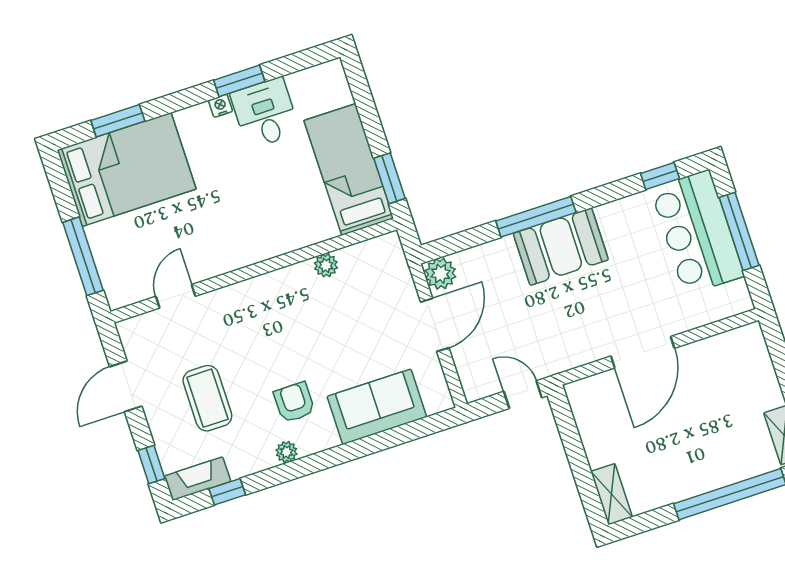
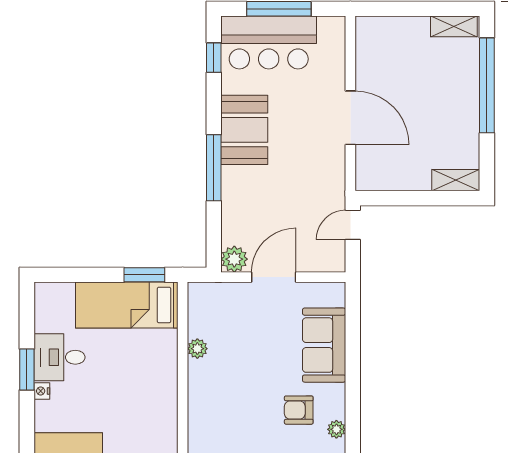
booth: (561, 247) -> (244, 130), moved
door: (435, 325) -> (274, 277), hinge flipped

